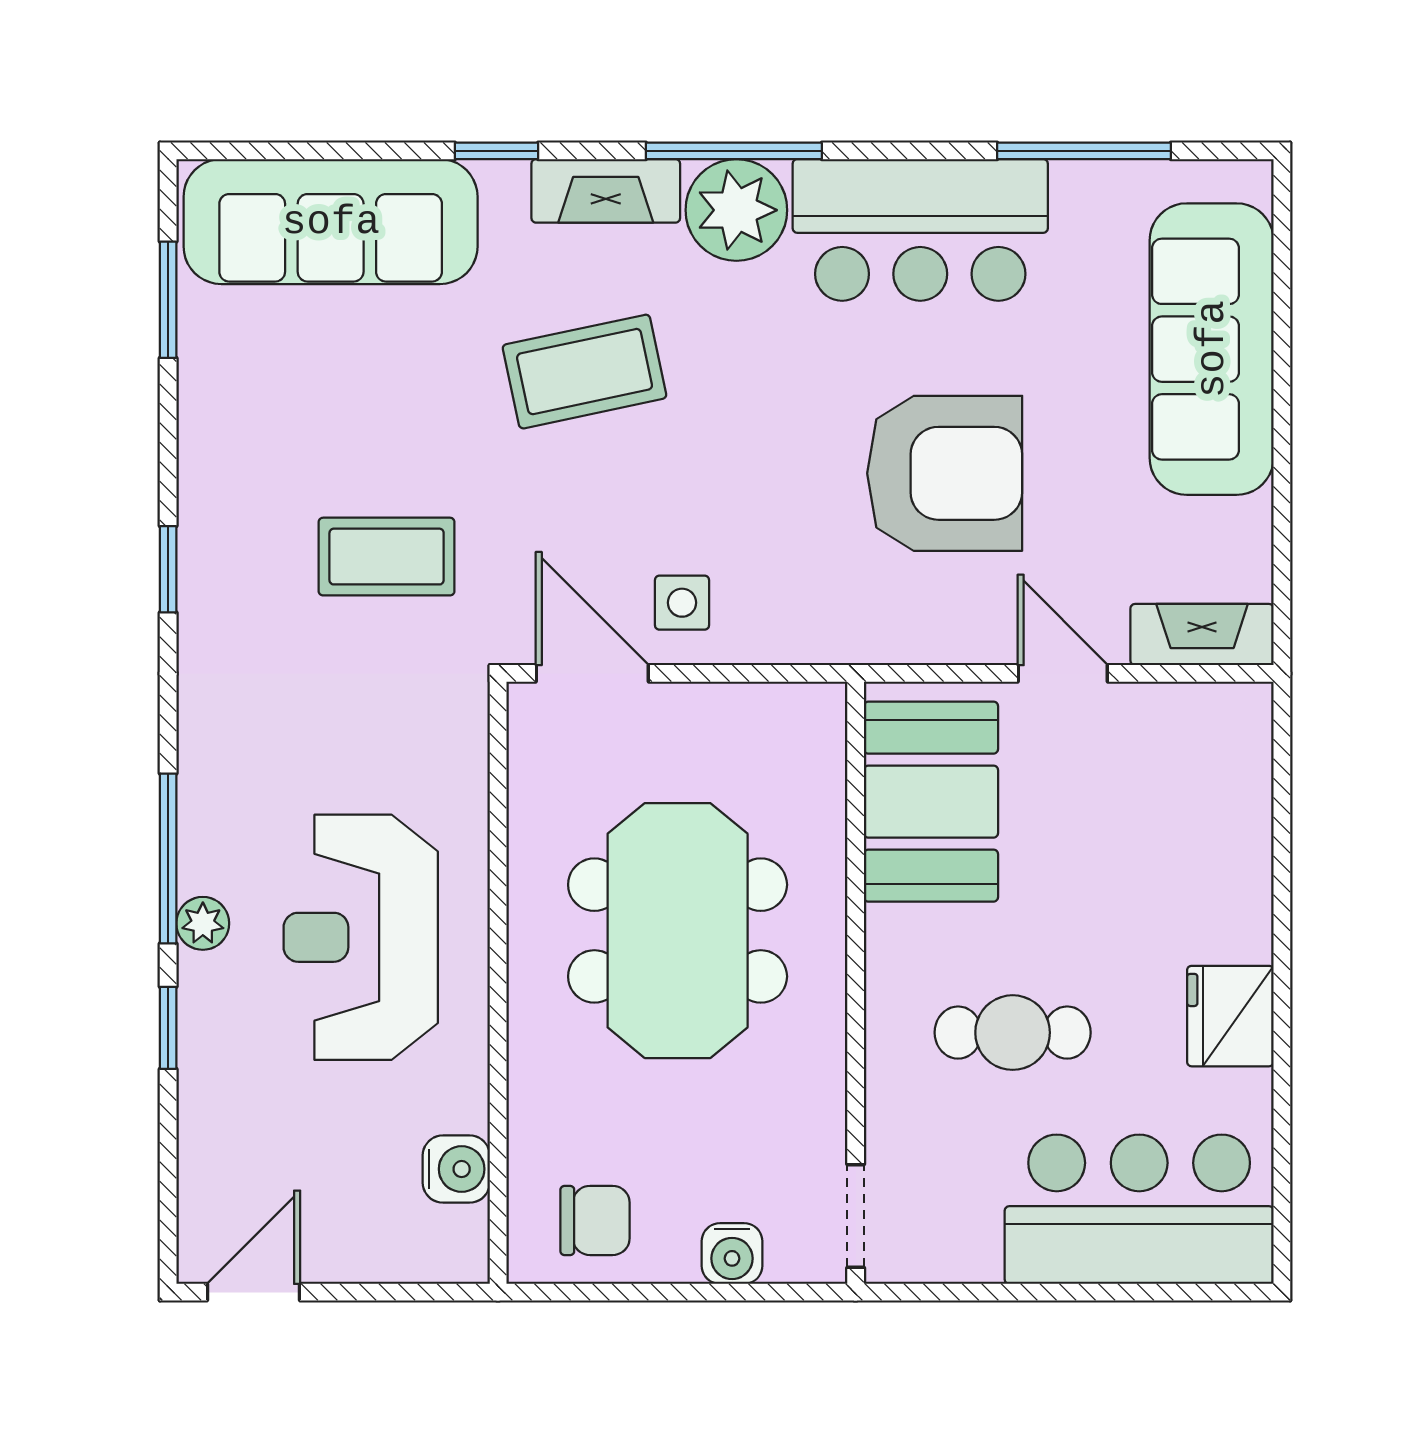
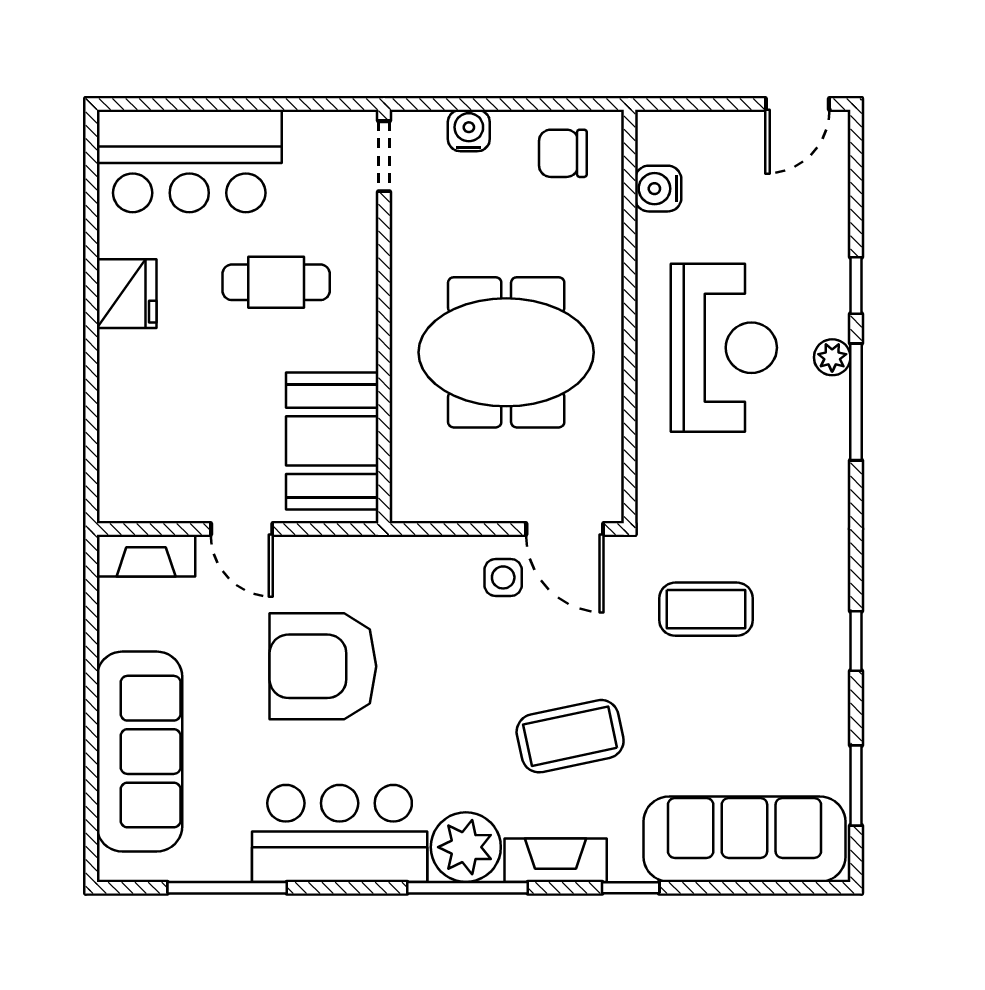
window: (168, 569) -> (856, 641), moved
meeting table: (678, 931) -> (506, 352), turned 90

